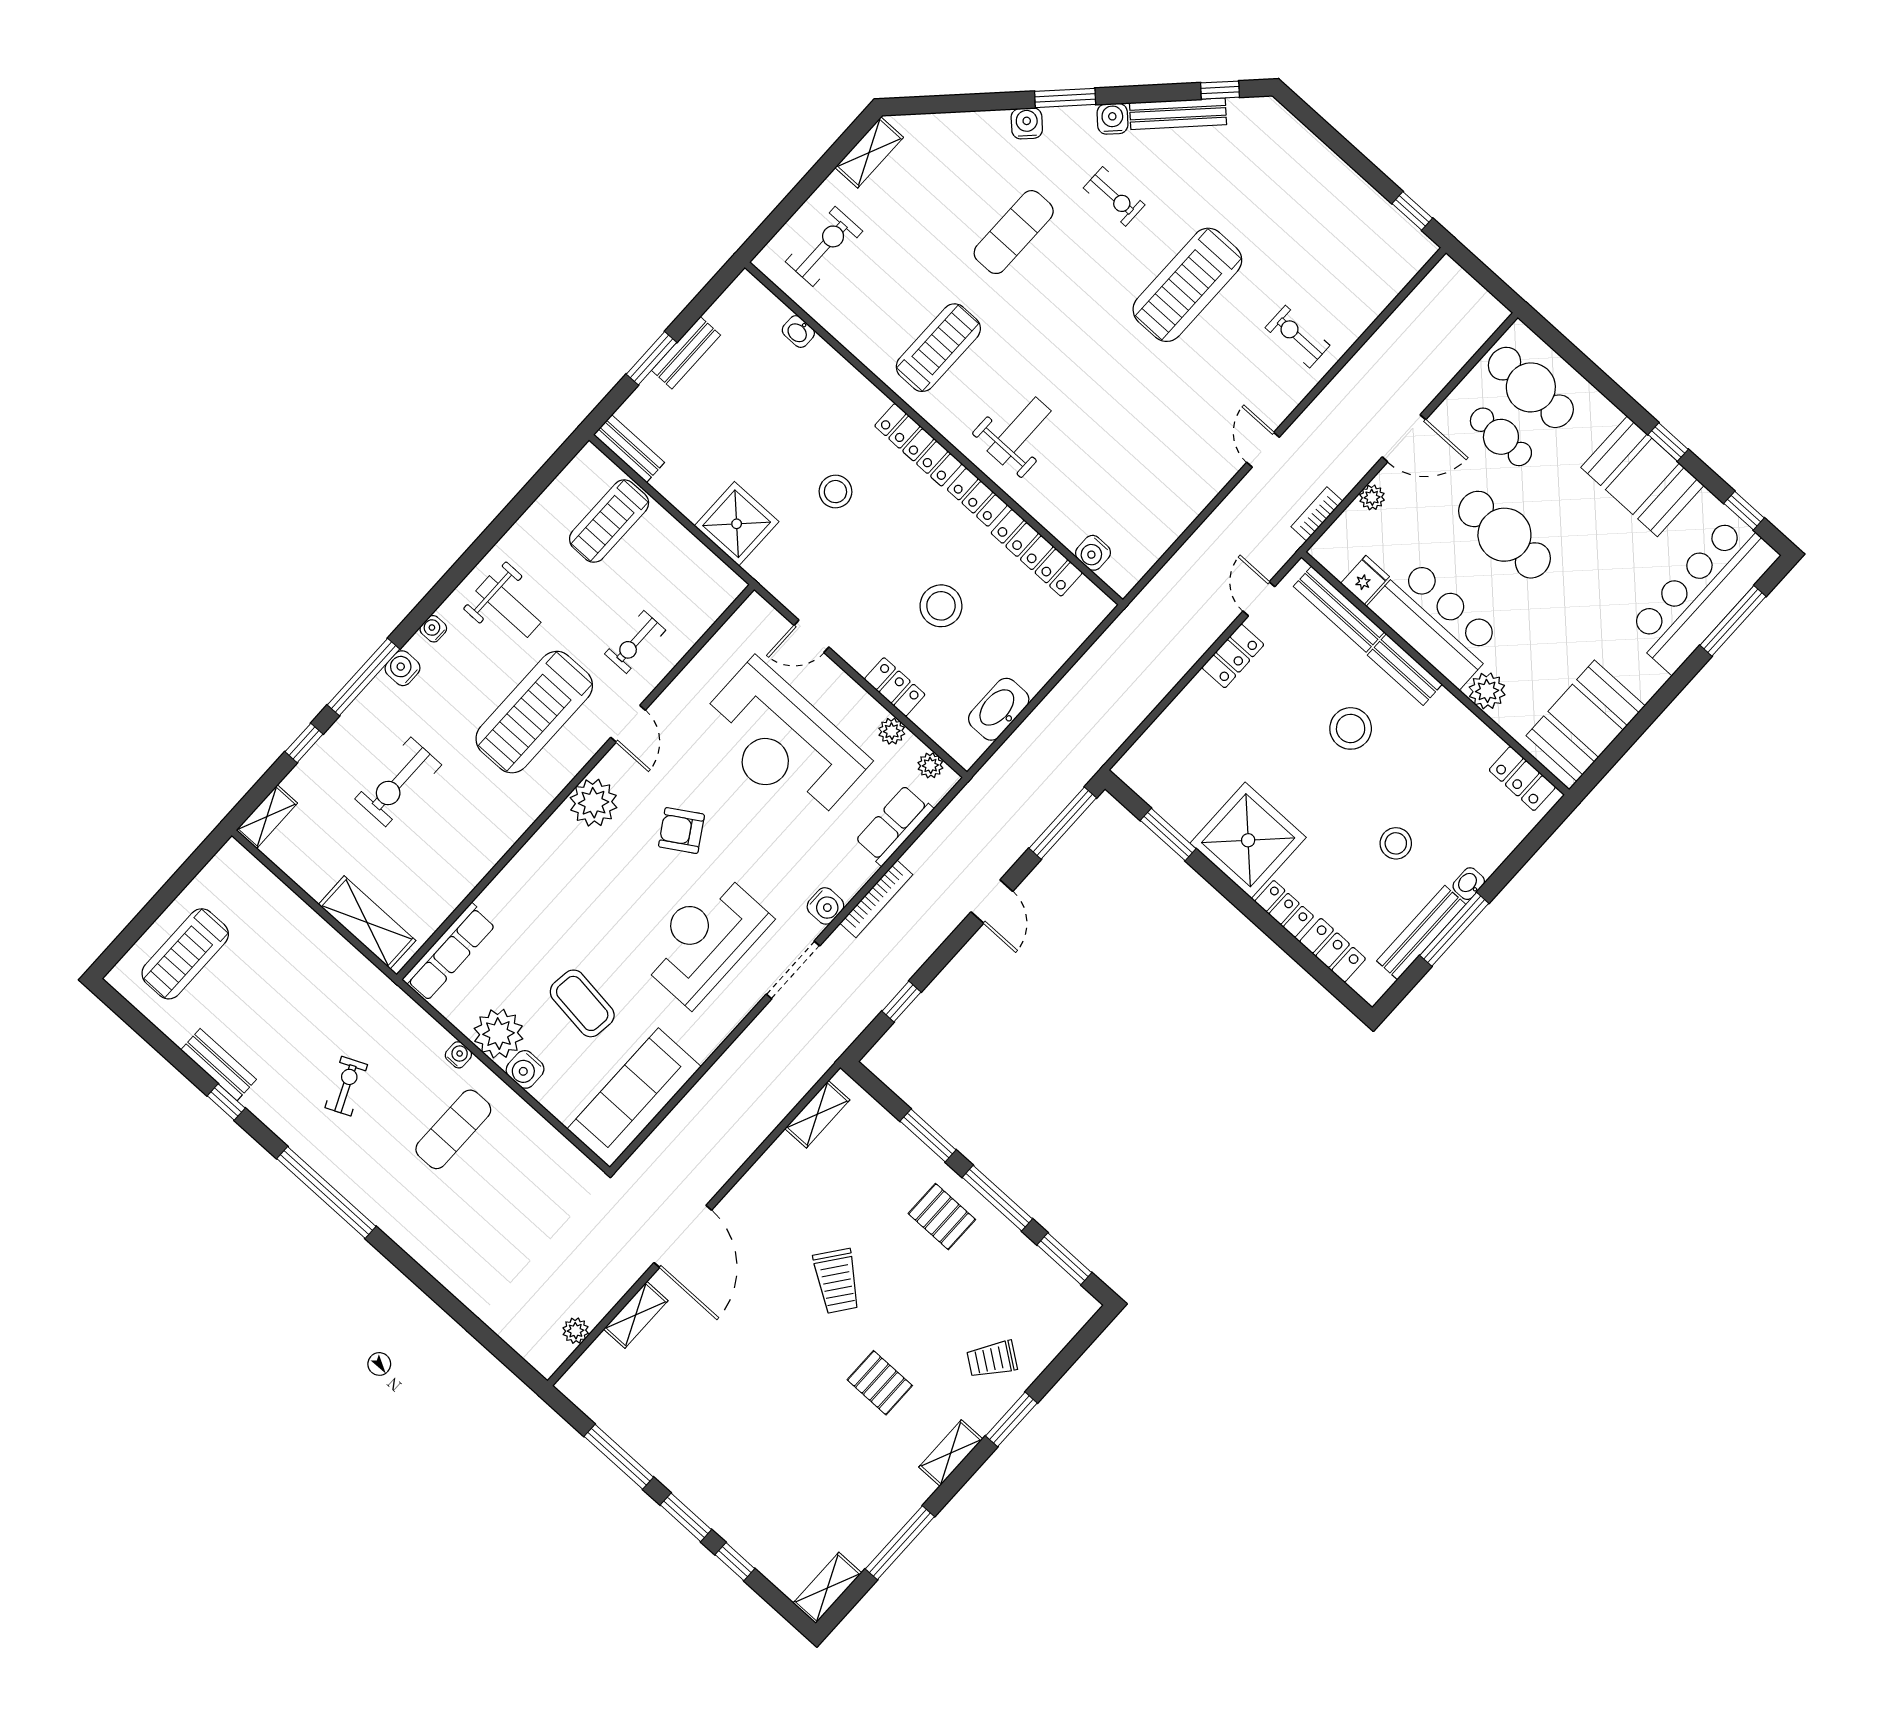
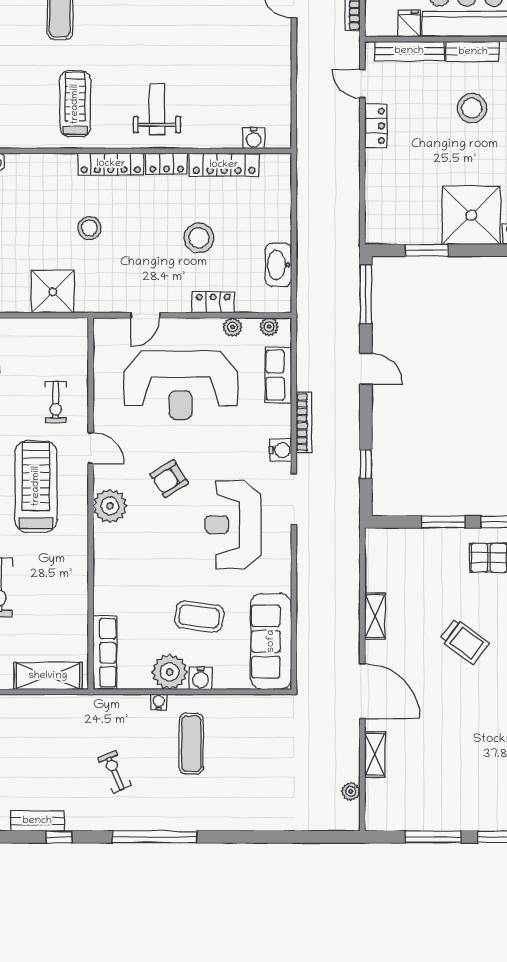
treadmill: (534, 712) -> (36, 486), turned 180
shelving: (817, 1114) -> (375, 616), moved

